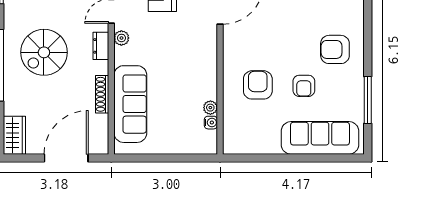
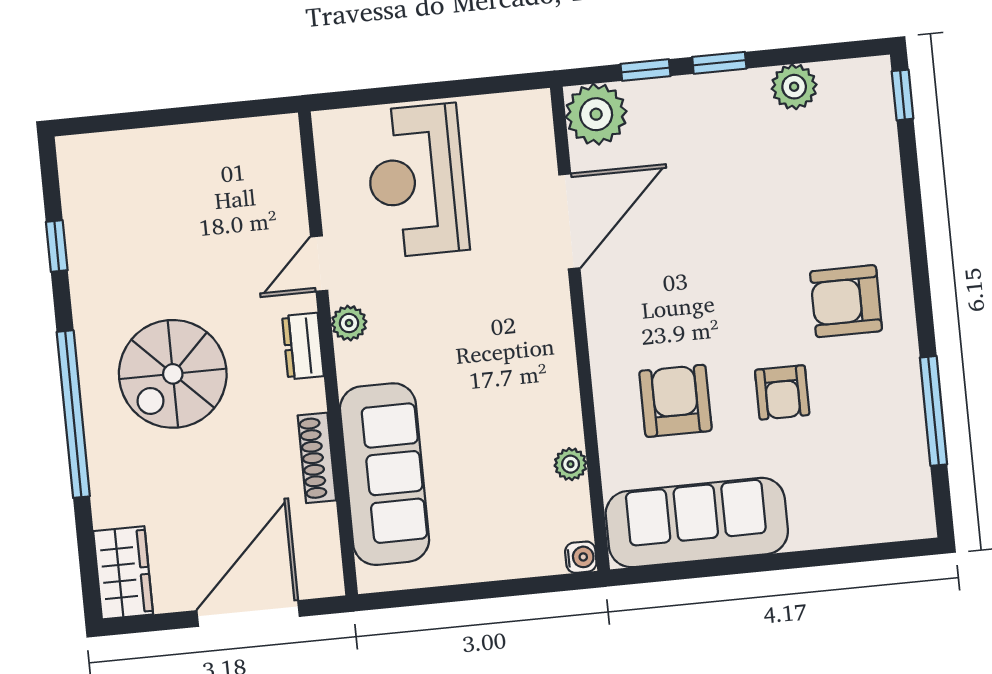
water cooler: (211, 123) -> (581, 557), moved
sofa: (320, 138) -> (697, 523), moved

